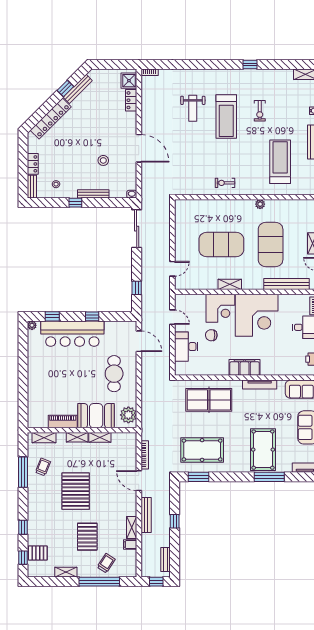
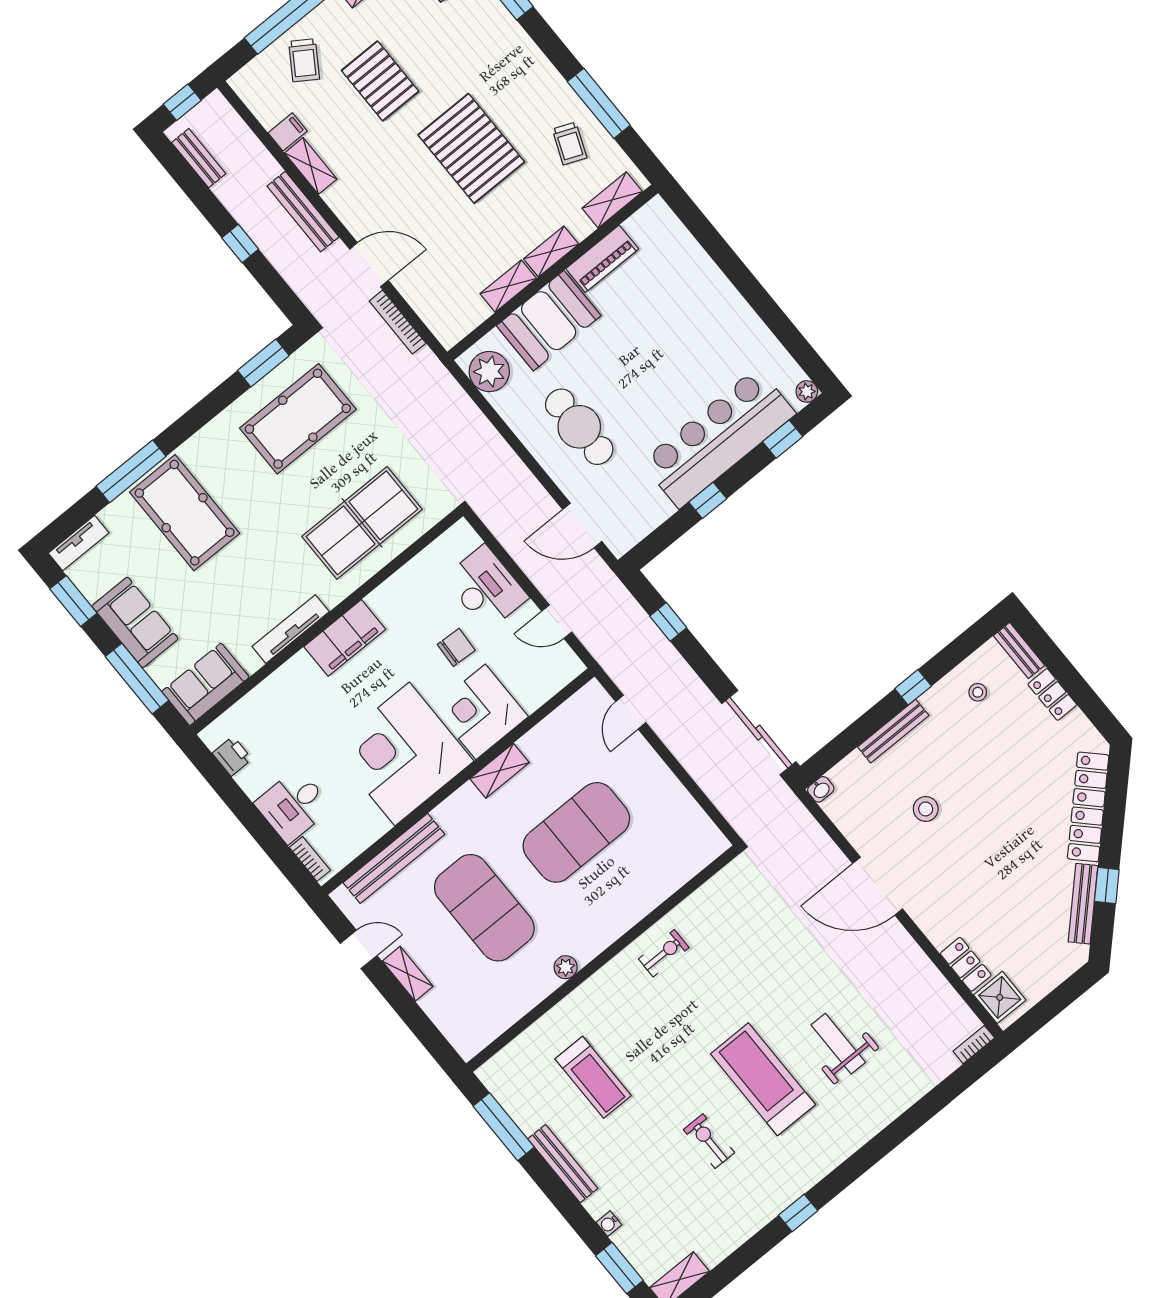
treadmill: (280, 162) -> (593, 1077), width x0.73, depth x0.73

